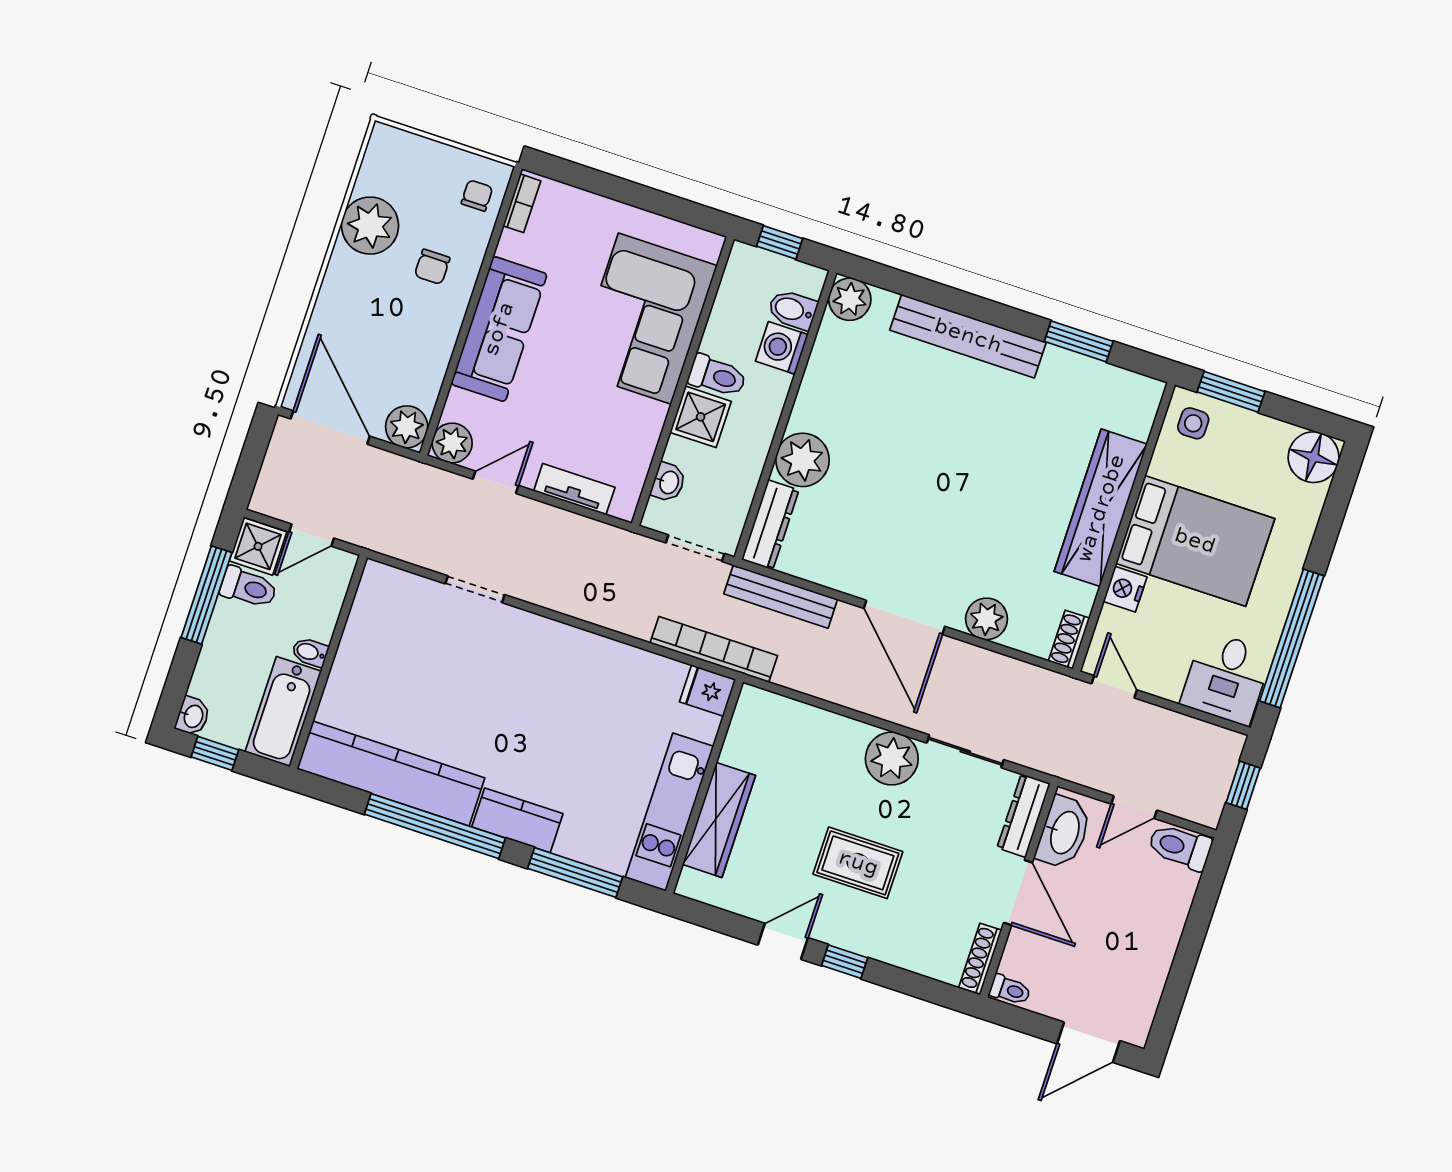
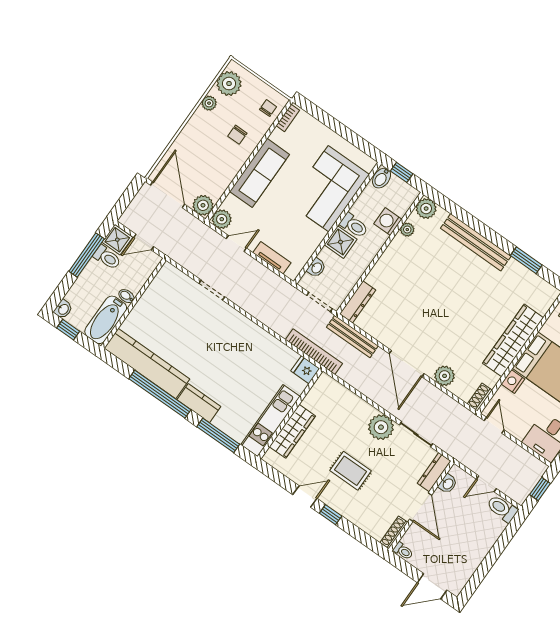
plant: (385, 171) -> (229, 84), added
plant: (370, 226) -> (209, 103), width x0.53, depth x0.53
bidet: (792, 310) -> (382, 178), moved, turned -90
plant: (802, 460) -> (407, 230), moved, width x0.53, depth x0.53
washbasin: (1064, 832) -> (448, 484), width x0.52, depth x0.69

